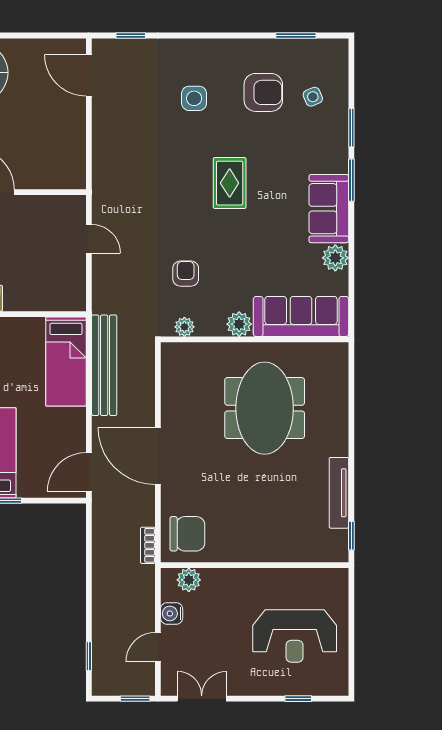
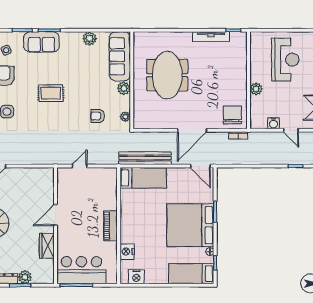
sofa: (329, 209) -> (41, 42), moved
meeting table: (265, 408) -> (167, 75), turned 90
plant: (189, 580) -> (256, 89), moved

